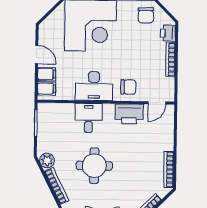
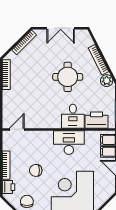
chair: (128, 87) -> (36, 170), moved
printer: (129, 114) -> (96, 120), moved

